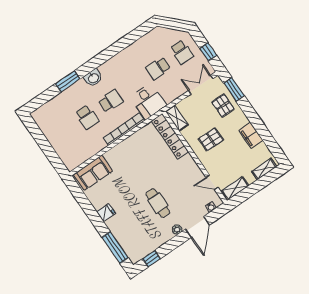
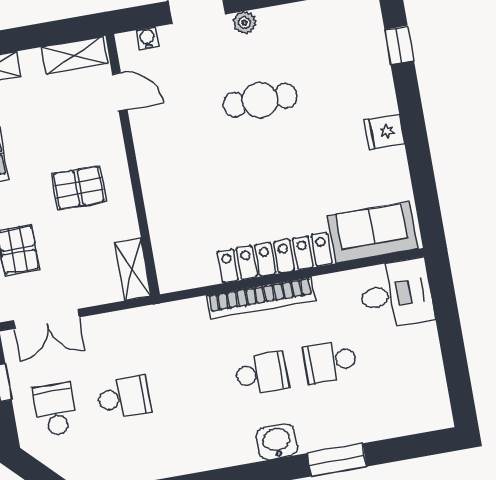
school desk: (111, 101) -> (261, 373), turned 180
desk: (148, 101) -> (396, 294), moved, turned 90
school desk: (87, 117) -> (330, 361), turned -90
locker: (170, 136) -> (275, 258), moved, turned -90
cafe table: (158, 203) -> (260, 100), turned 90
window: (115, 248) -> (399, 45), width x0.46

